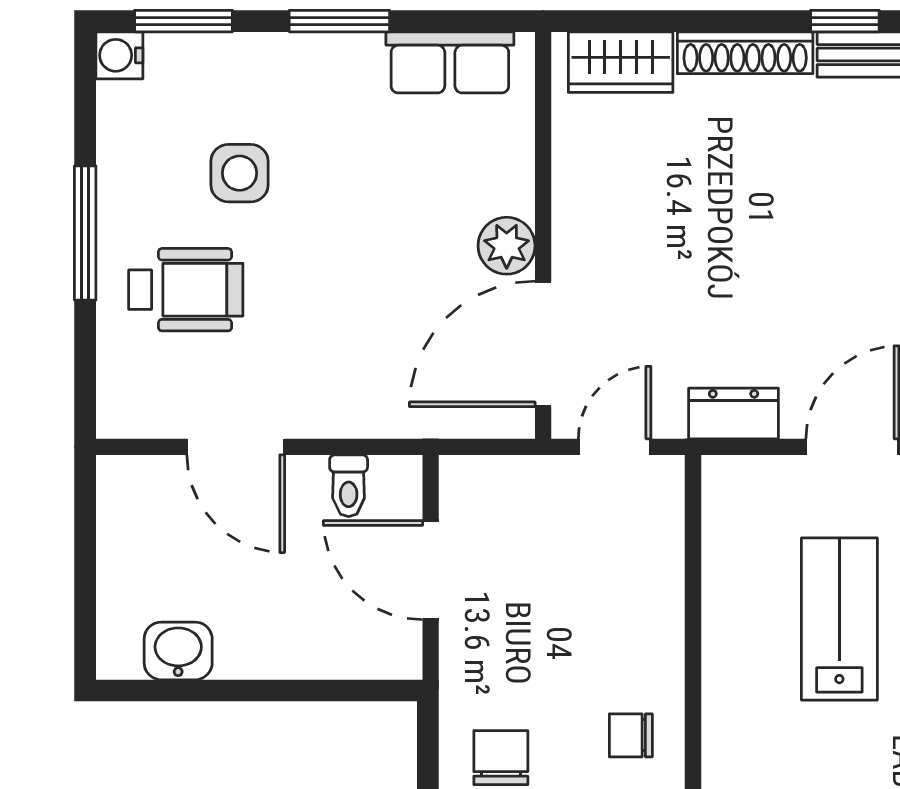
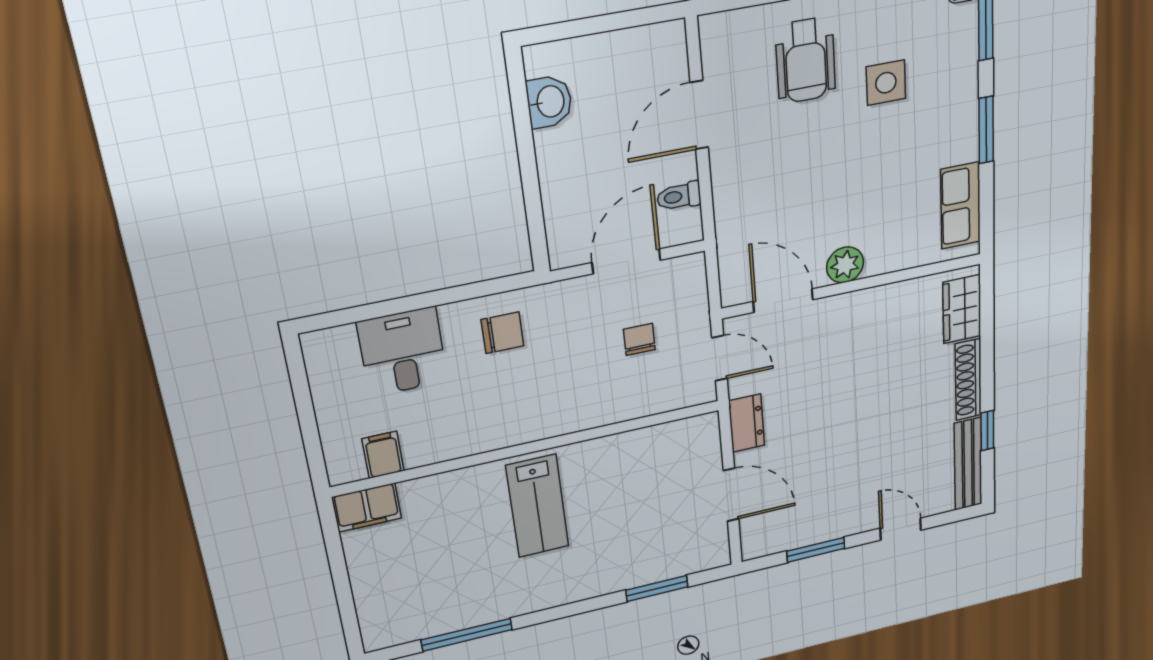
door: (543, 344) -> (783, 301), width x0.73
lab bench: (839, 619) -> (537, 506), moved, turned 90
chair: (631, 735) -> (639, 339), moved

